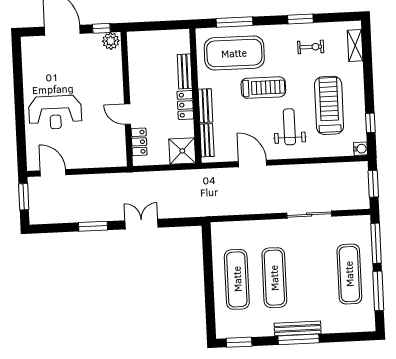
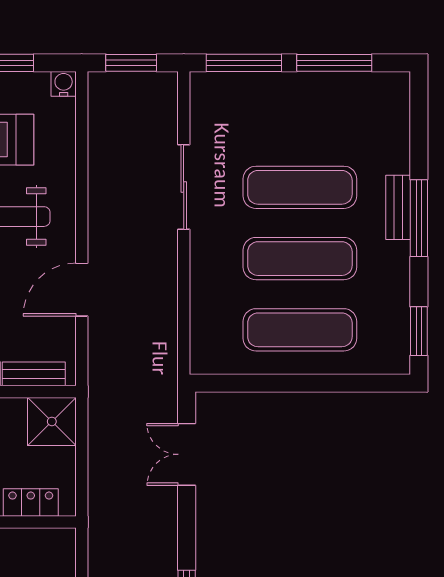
double door: (141, 224) -> (187, 454), moved
exercise mat: (349, 274) -> (300, 187), moved
bench: (298, 328) -> (398, 207), width x0.73

